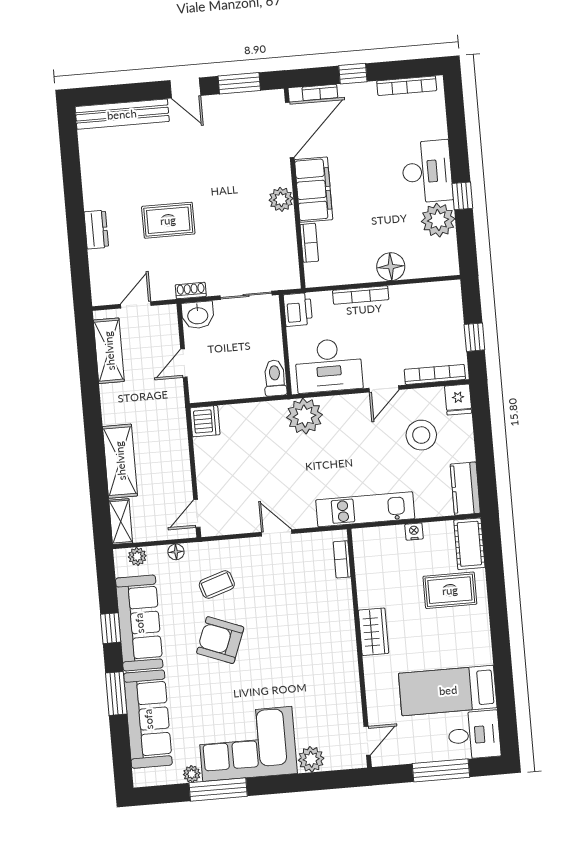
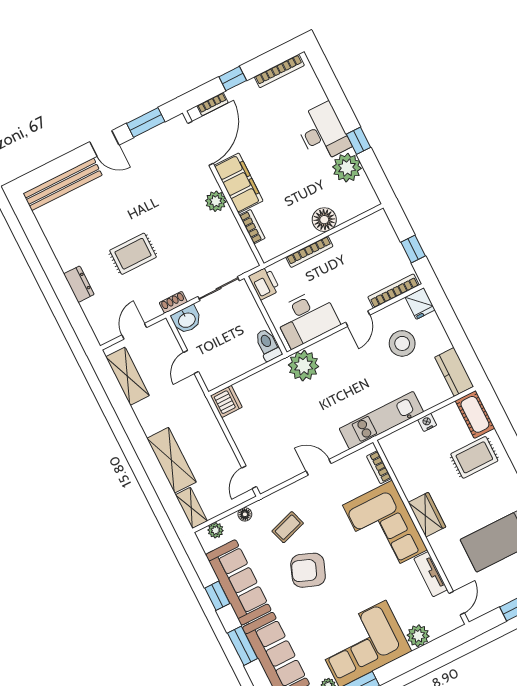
corner sofa: (322, 627) -> (385, 527), added
tv unit: (352, 698) -> (431, 574), added

